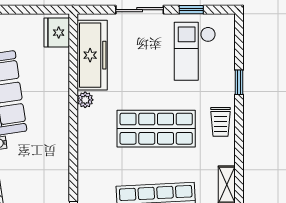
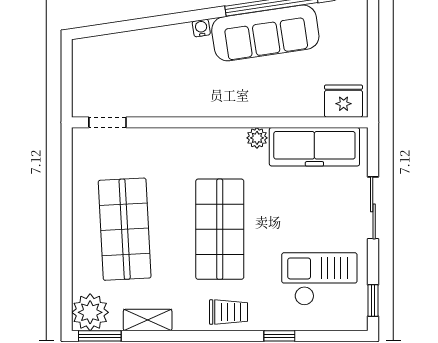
window: (191, 10) -> (373, 300), moved
trolley: (221, 122) -> (229, 312), turned 180

